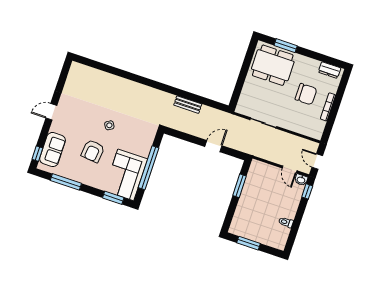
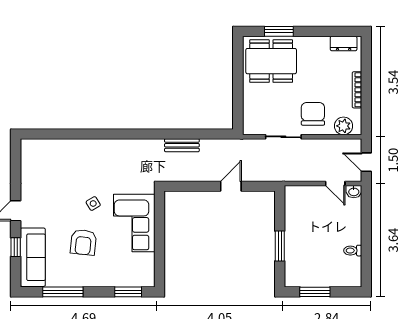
chair: (306, 94) -> (313, 114), moved, turned -90
plant: (310, 130) -> (344, 126), added
sofa: (53, 150) -> (33, 257), width x1.36
window: (37, 154) -> (16, 247), moved
window: (149, 168) -> (160, 240), removed
corner sofa: (126, 175) -> (134, 223), moved
window: (239, 186) -> (280, 246), moved
window: (307, 191) -> (366, 203), removed

